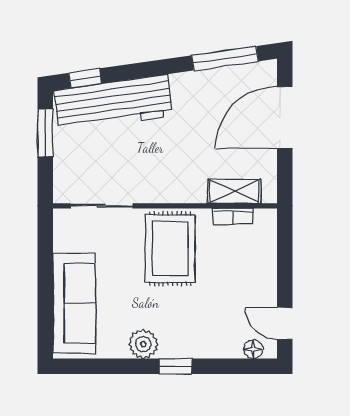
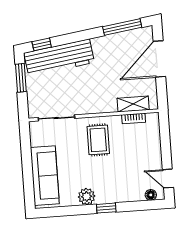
rug: (170, 249) -> (98, 140), width x0.73, depth x0.70

